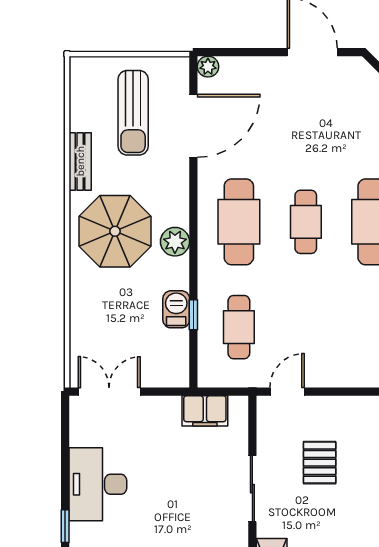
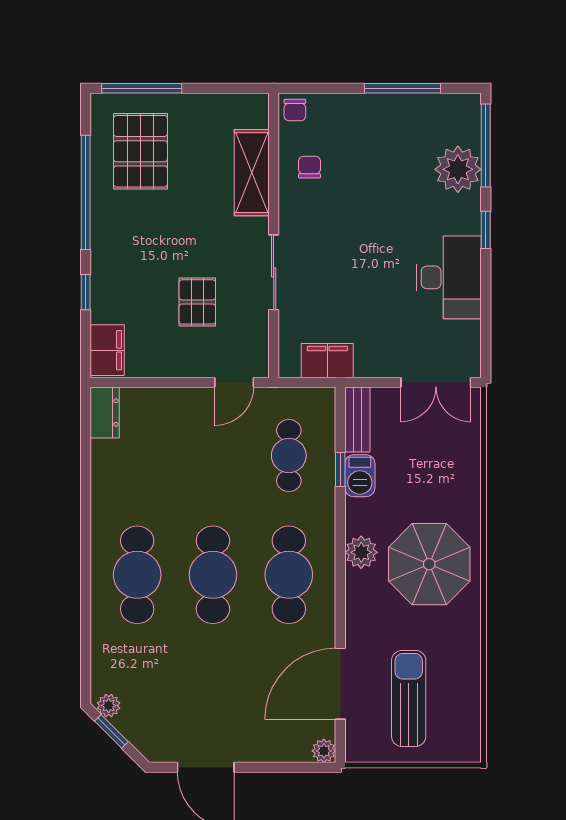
bench: (80, 161) -> (357, 420), moved
cafe table: (306, 222) -> (213, 575), width x1.37, depth x1.35

